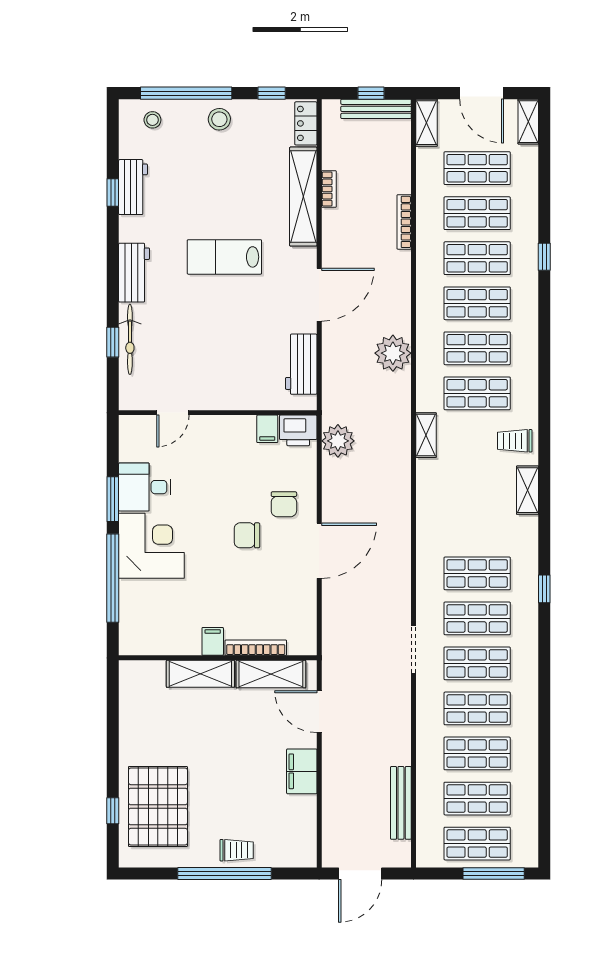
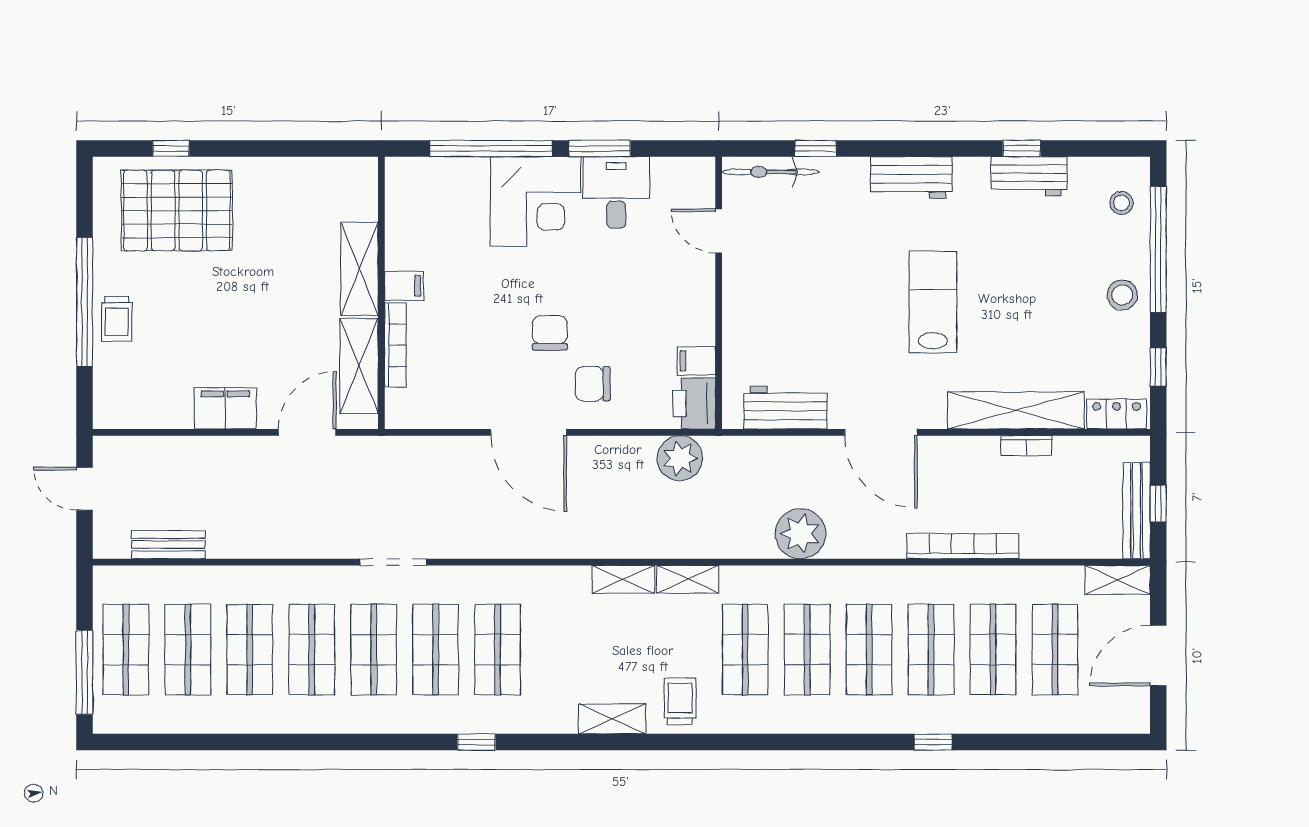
shelving: (528, 122) -> (623, 579), moved
bookcase: (404, 222) -> (963, 546), width x1.48, depth x1.31
bicycle: (130, 339) -> (771, 172), moved
bench: (401, 803) -> (168, 545), width x0.73
door: (360, 874) -> (85, 489), width x0.73

